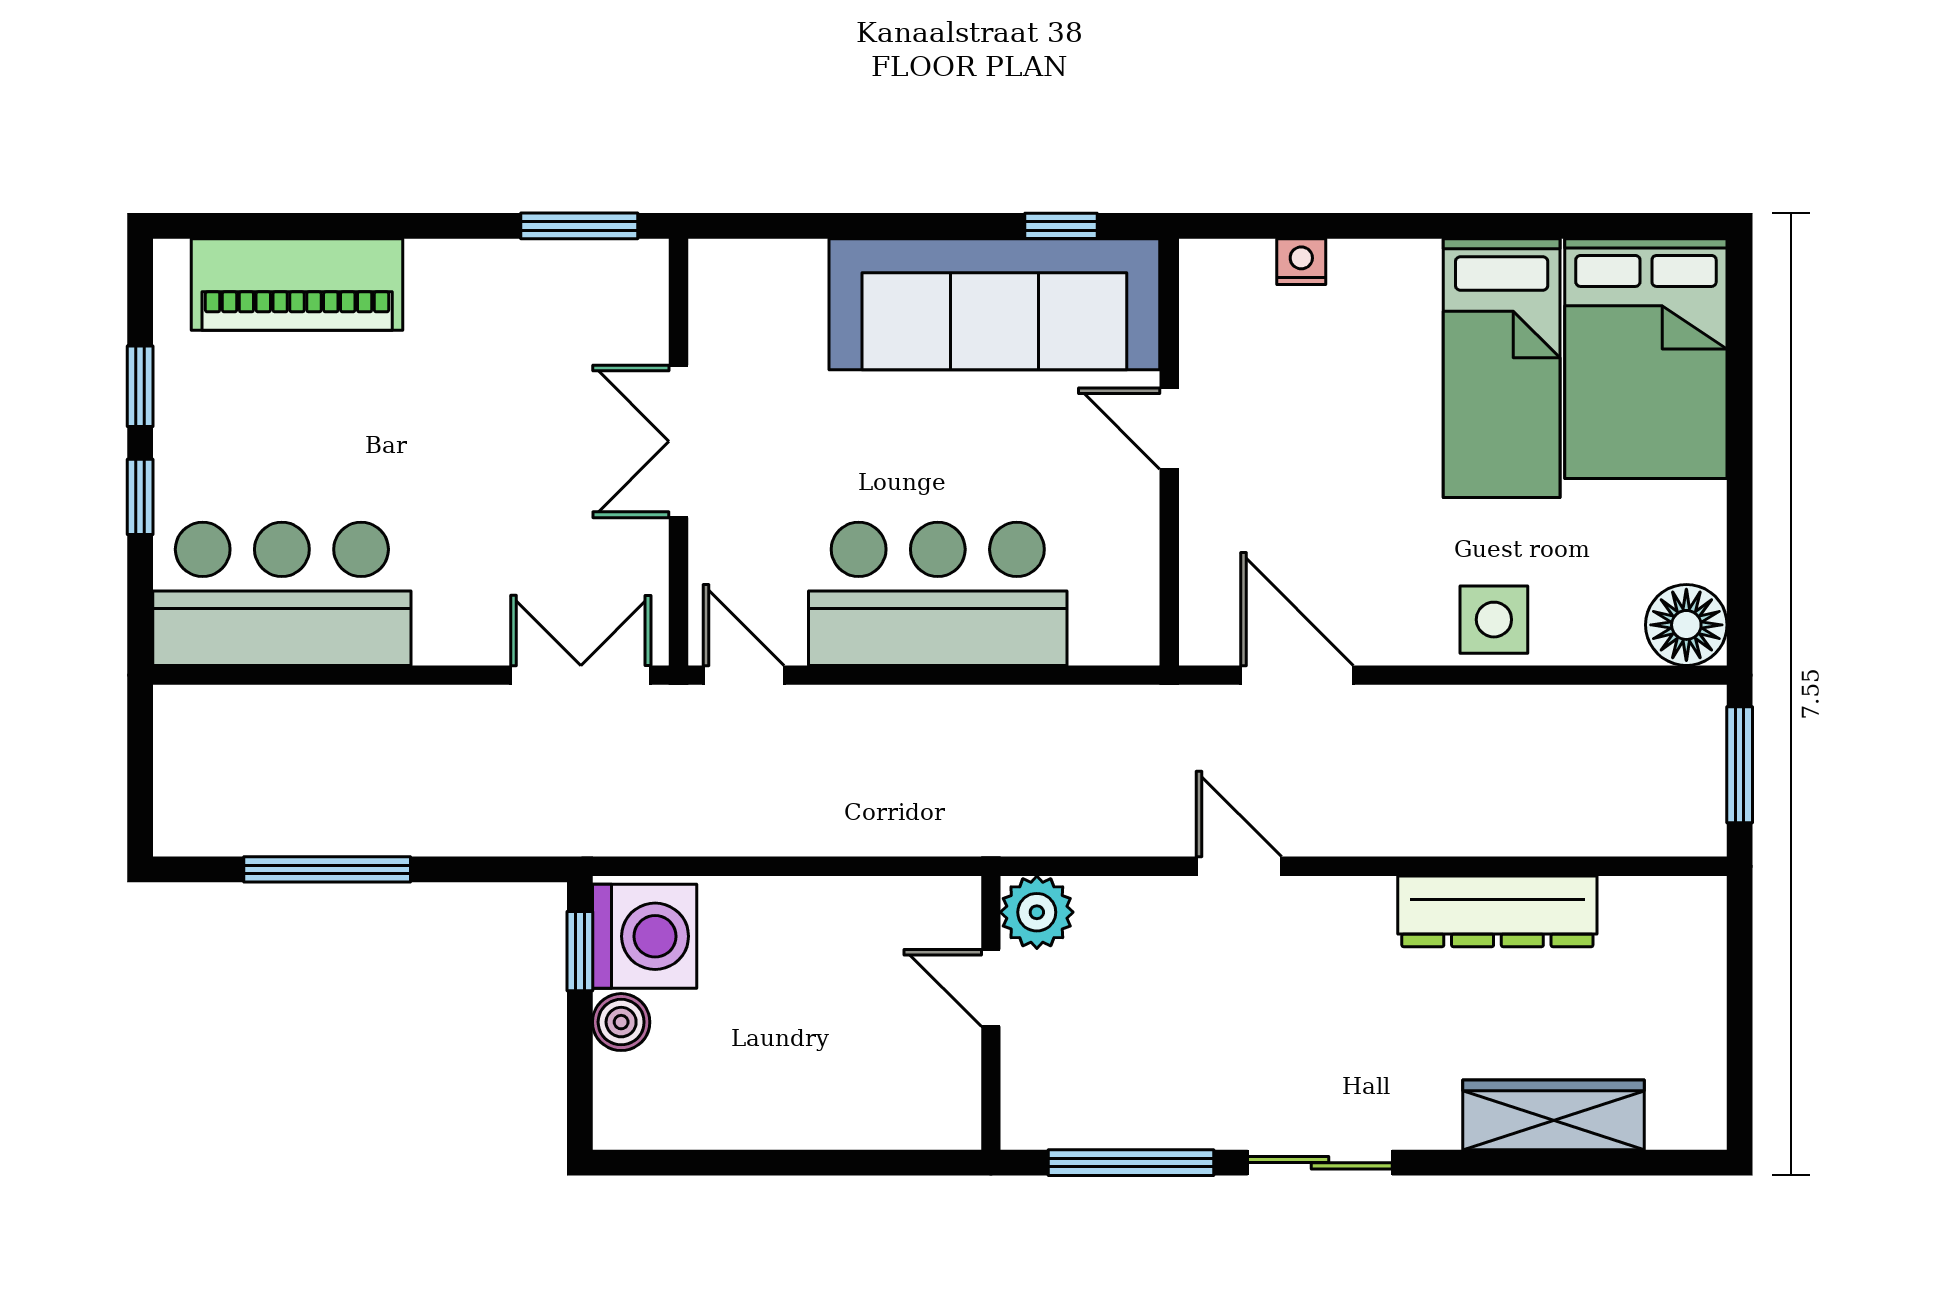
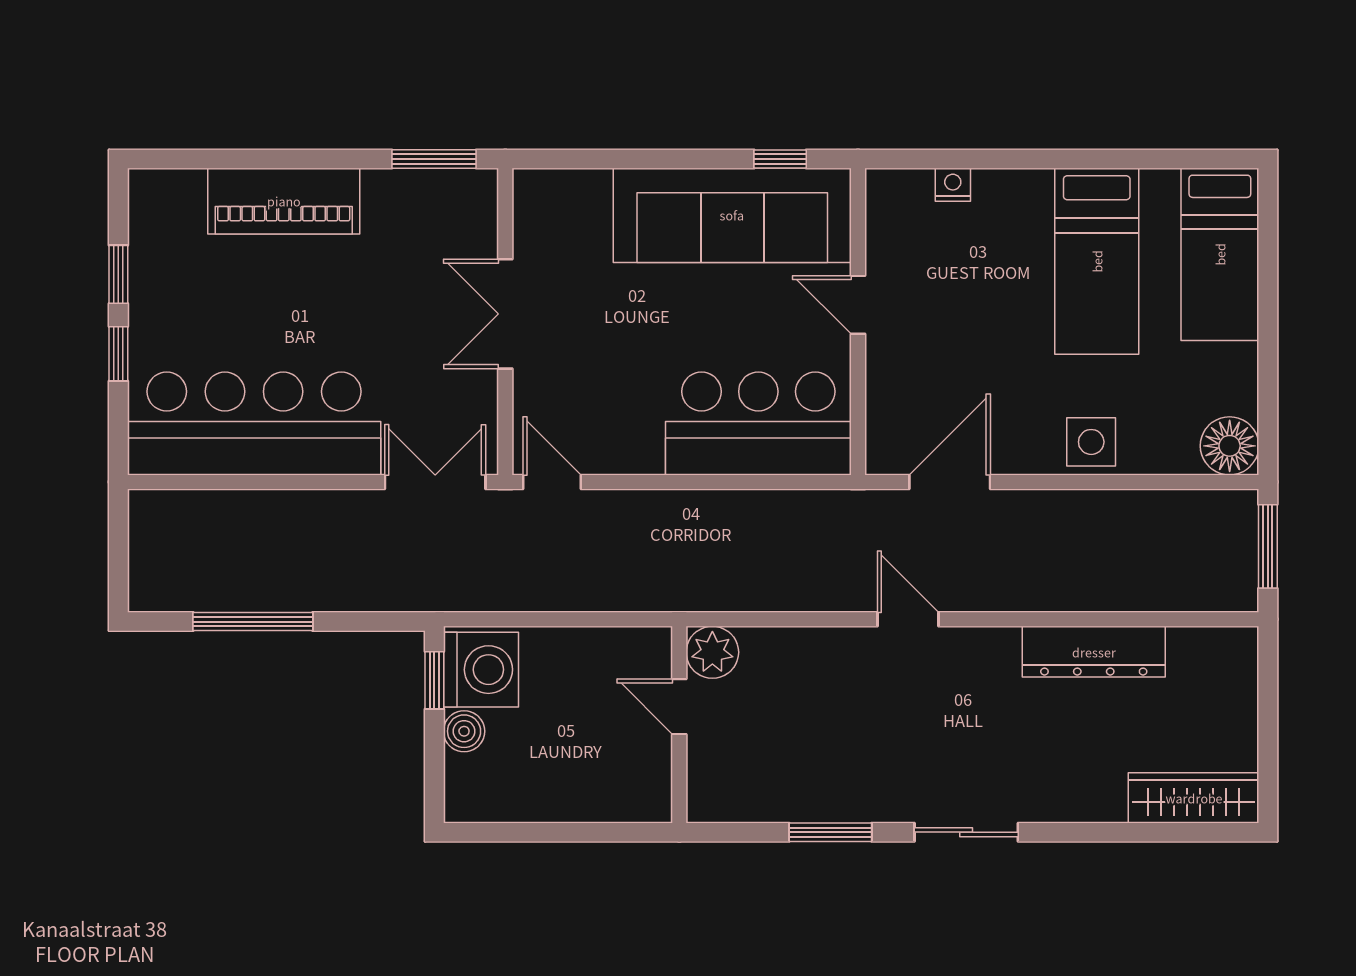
piano: (297, 284) -> (284, 201), moved
bed: (1646, 359) -> (1220, 254), width x0.67
bar counter: (282, 594) -> (254, 423), width x1.36
bar counter: (938, 594) -> (758, 423), moved
door: (1297, 675) -> (950, 482), hinge flipped
plant: (1037, 912) -> (712, 652), moved
door: (991, 988) -> (679, 707), moved
wall: (991, 1013) -> (679, 725), moved
wardrobe: (1553, 1115) -> (1194, 798), moved
window: (1131, 1163) -> (830, 832), width x0.69

